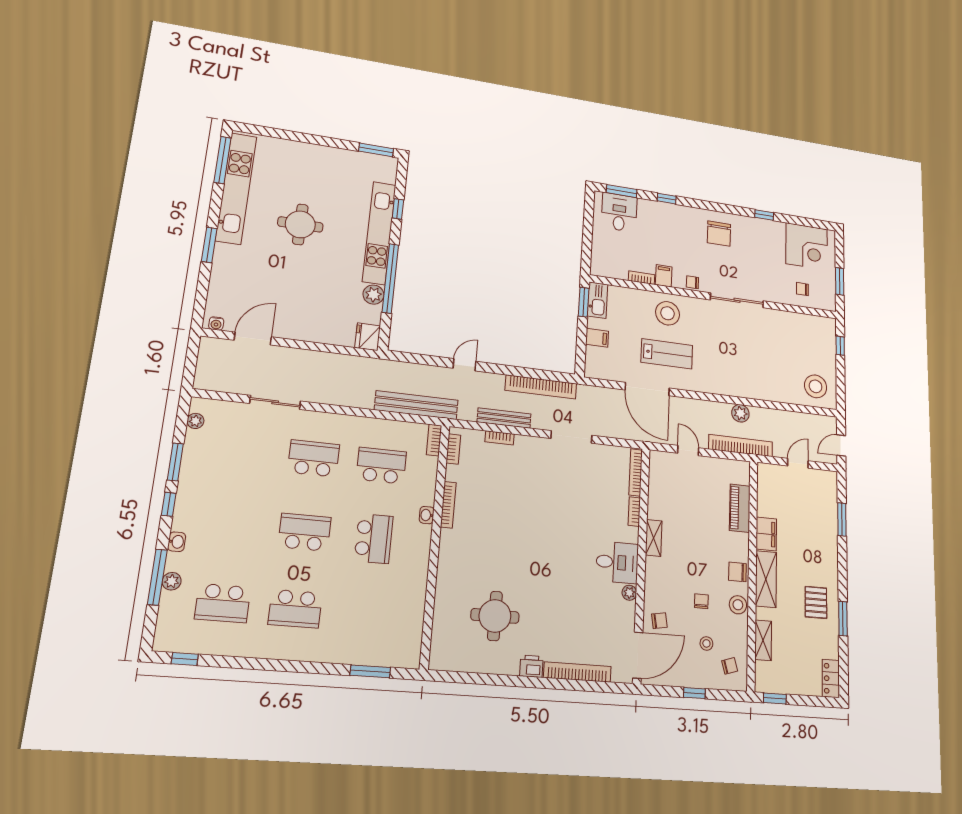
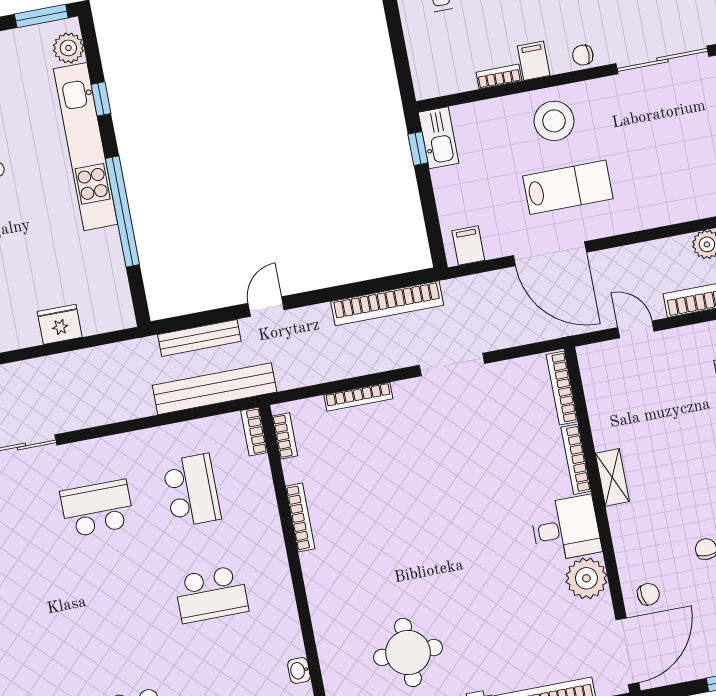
plant: (373, 295) -> (68, 48), moved
window: (584, 302) -> (418, 148), width x0.67
fridge: (368, 337) -> (60, 324), moved, turned 90
filing cabinet: (597, 338) -> (468, 246), moved, turned -90
bench: (504, 418) -> (199, 338), moved
bookcase: (500, 438) -> (358, 397), width x1.56
school desk: (381, 466) -> (192, 490), turned 90
bookcase: (634, 512) -> (576, 459), width x1.56
washbasin: (427, 515) -> (299, 671), moved
school desk: (305, 532) -> (117, 612), removed
school desk: (374, 539) -> (211, 594), turned 90
plant: (629, 593) -> (586, 578), width x1.87, depth x1.87

